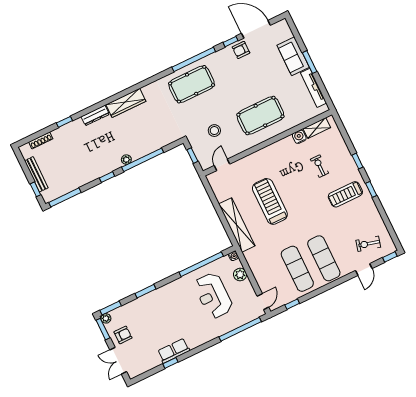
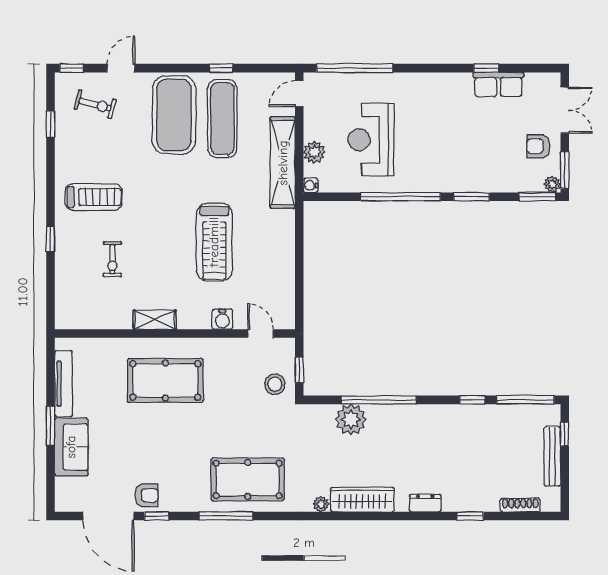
window: (194, 59) -> (226, 516), width x0.68
plant: (147, 90) -> (321, 504), added
dresser: (95, 115) -> (425, 503), width x0.70
shelving: (317, 128) -> (155, 320), moved
stool: (214, 131) -> (275, 384), moved
water cooler: (299, 137) -> (222, 319), moved
plant: (126, 160) -> (351, 420), moved, width x1.87, depth x1.87
door: (222, 165) -> (261, 334), swing flipped
window: (107, 177) -> (472, 400), moved
window: (371, 189) -> (50, 124), moved
shelving: (237, 225) -> (283, 163), moved
exercise mat: (324, 258) -> (174, 115), width x1.47
window: (201, 264) -> (400, 197), moved
reception desk: (213, 296) -> (371, 140), turned 180
window: (292, 304) -> (221, 68), moved
row of seats: (174, 351) -> (499, 84), moved

